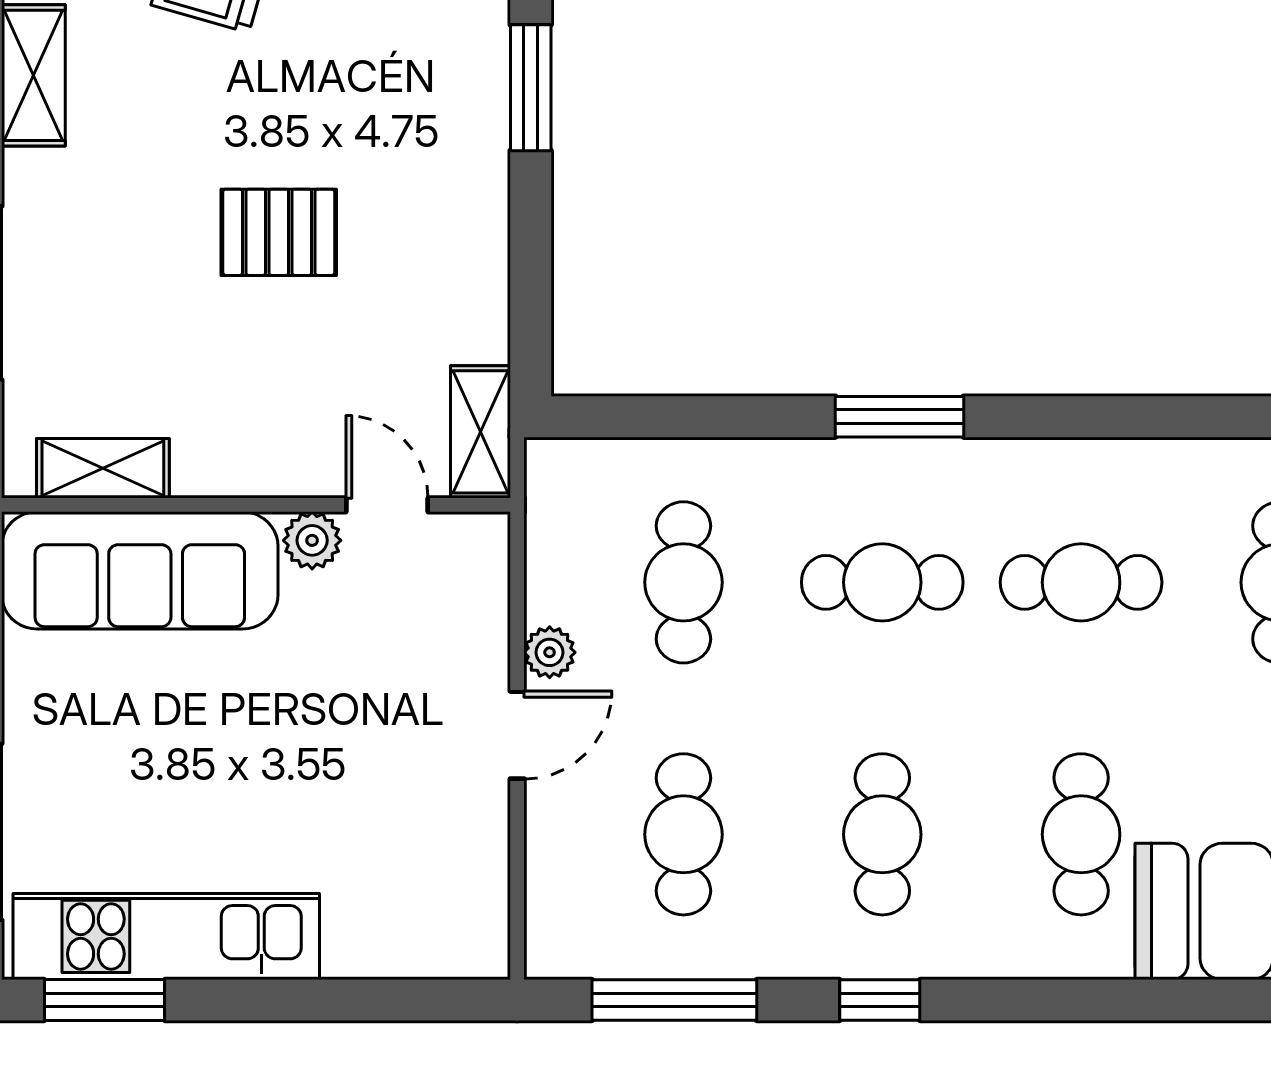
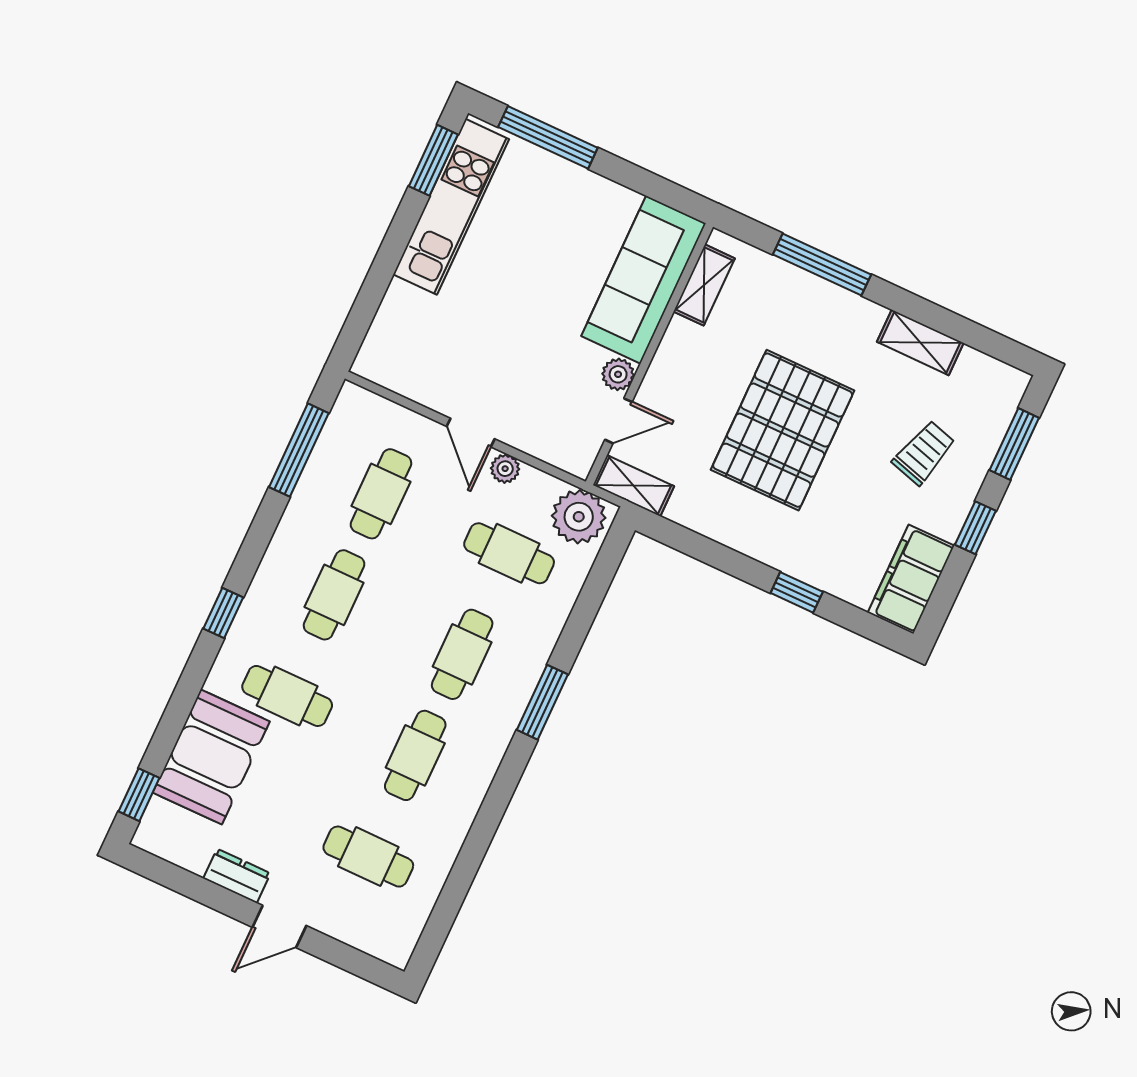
window: (531, 88) -> (797, 592), width x0.67
pallet: (279, 232) -> (783, 430), width x2.05, depth x2.00
plant: (572, 497) -> (579, 517), added
cafe table: (683, 834) -> (381, 494), turned 90
cafe table: (882, 834) -> (334, 595), turned 90
window: (880, 1000) -> (223, 613), moved

